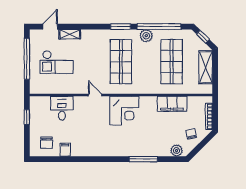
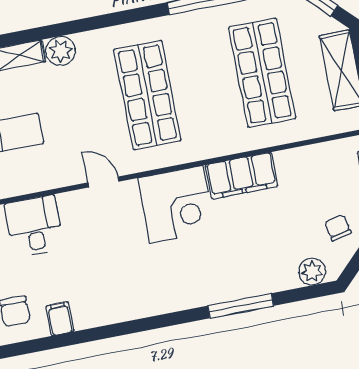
window: (121, 27) -> (131, 16), removed
plant: (146, 36) -> (61, 51), moved
filing cabinet: (172, 104) -> (241, 176), moved

